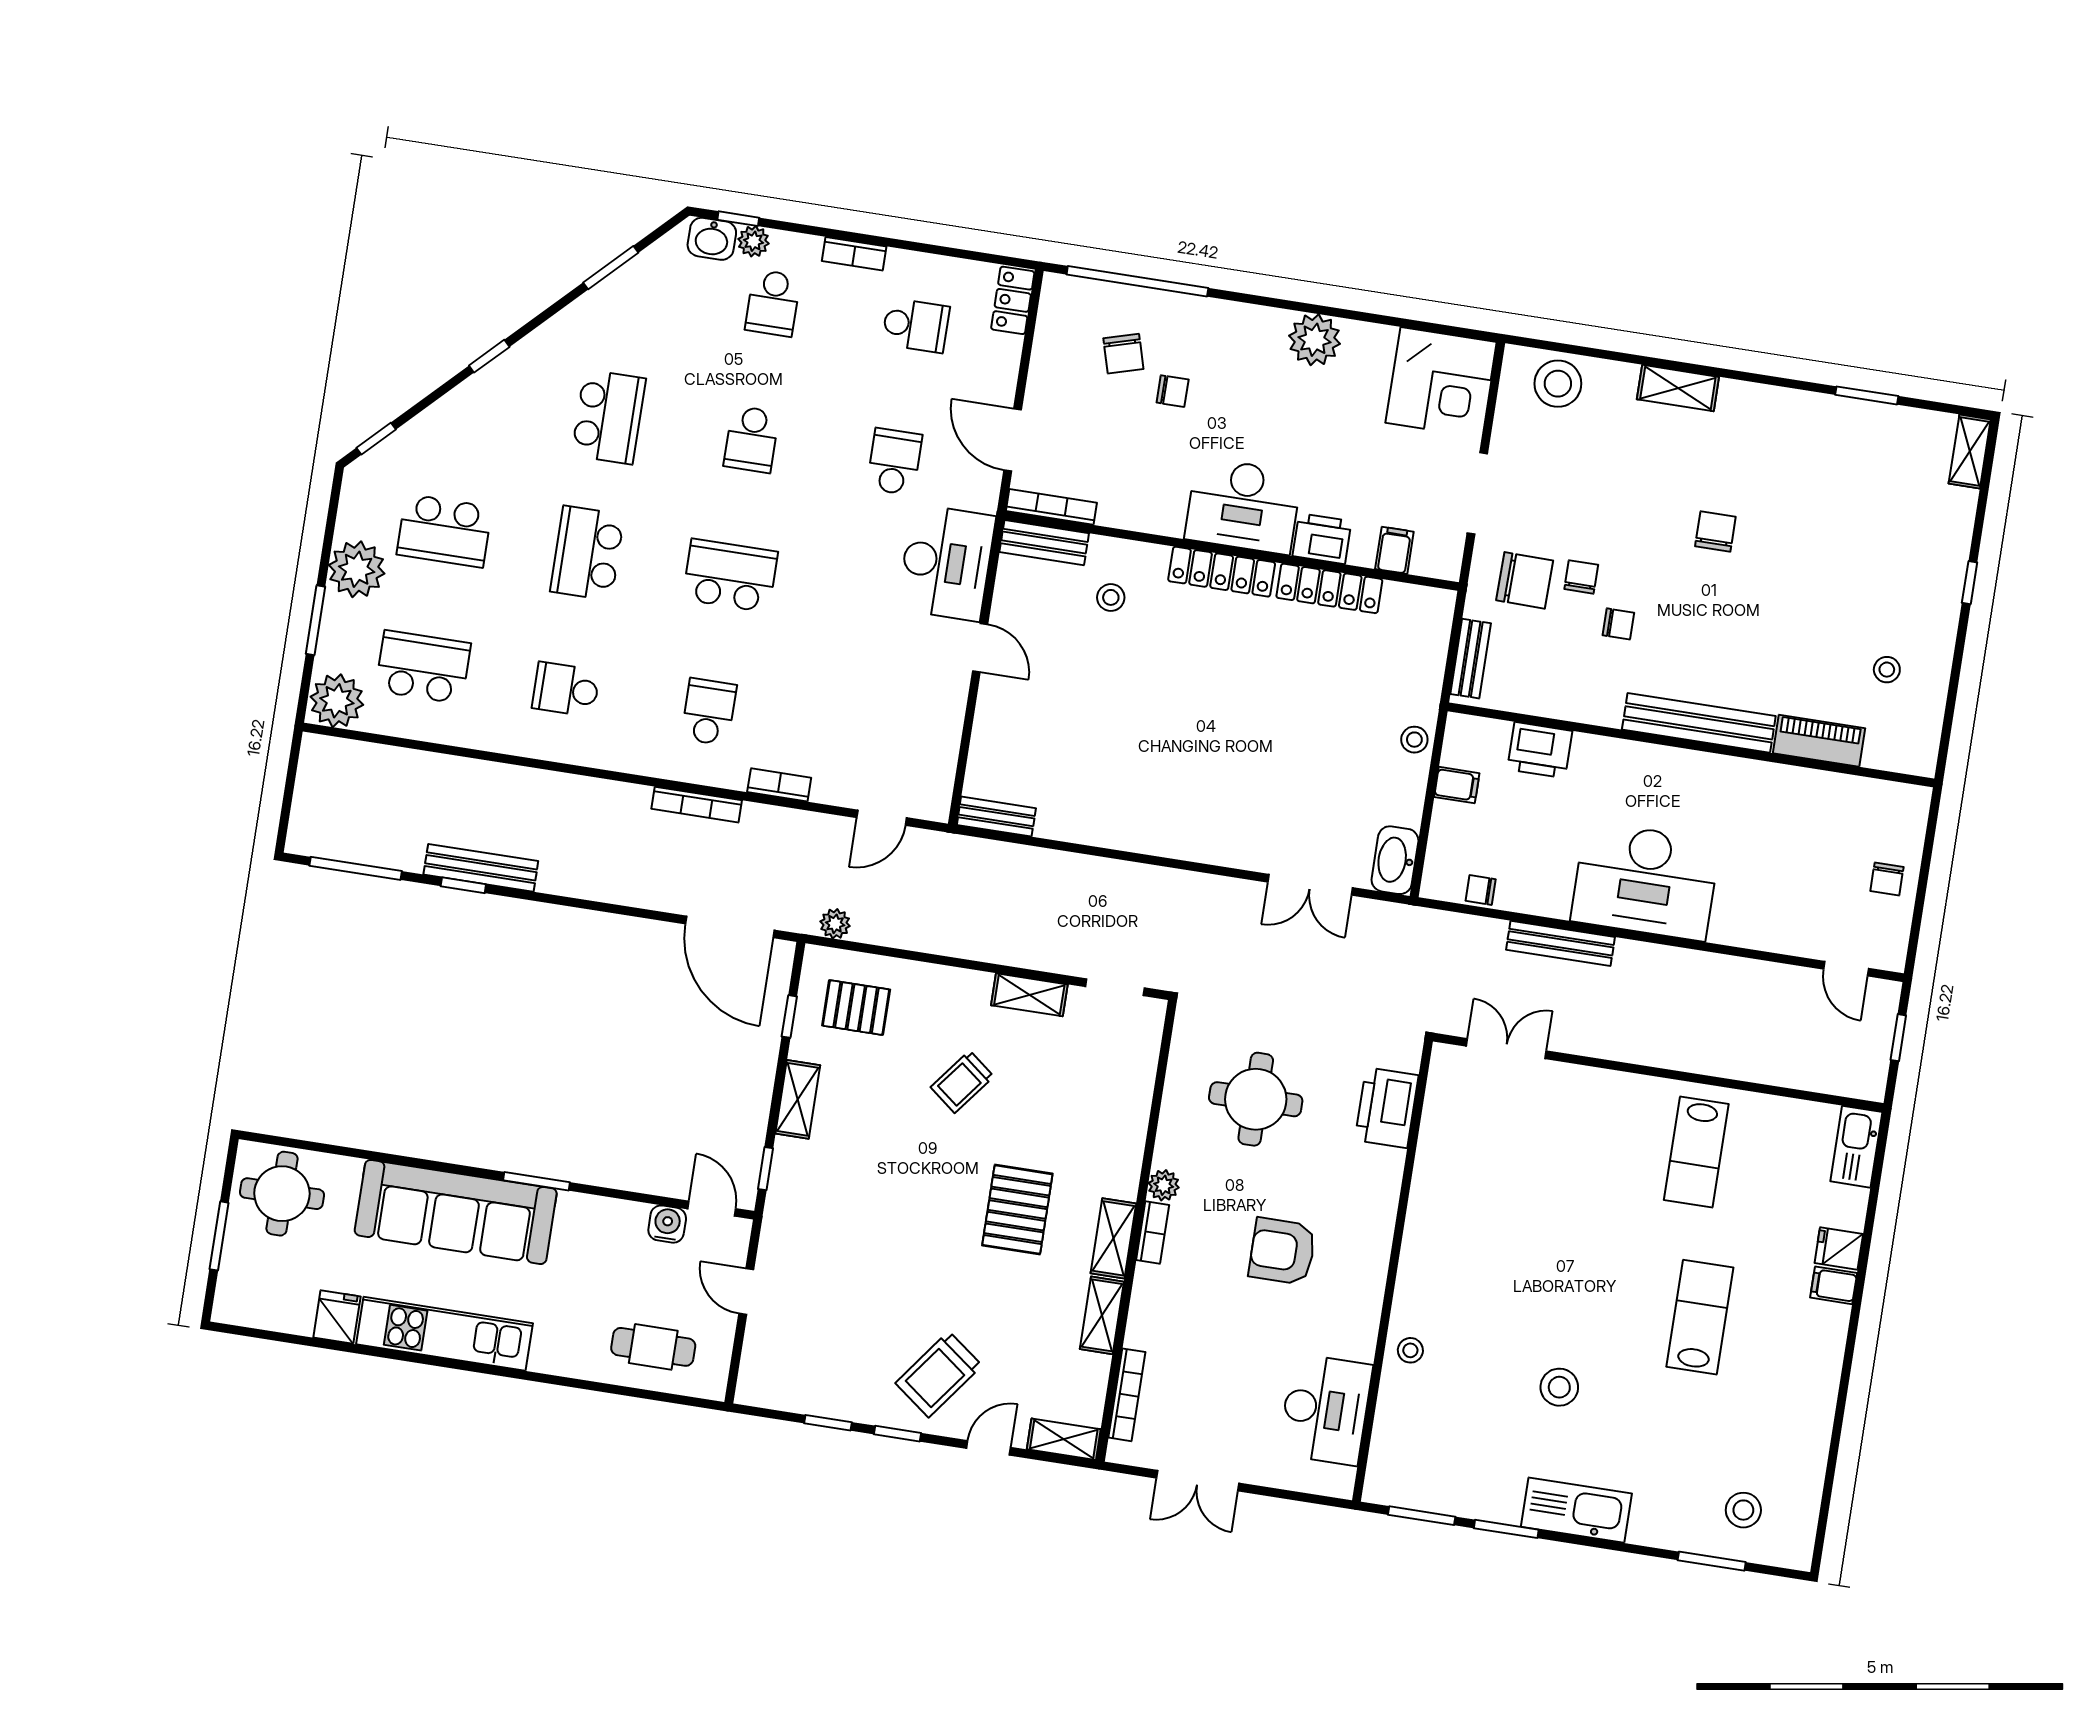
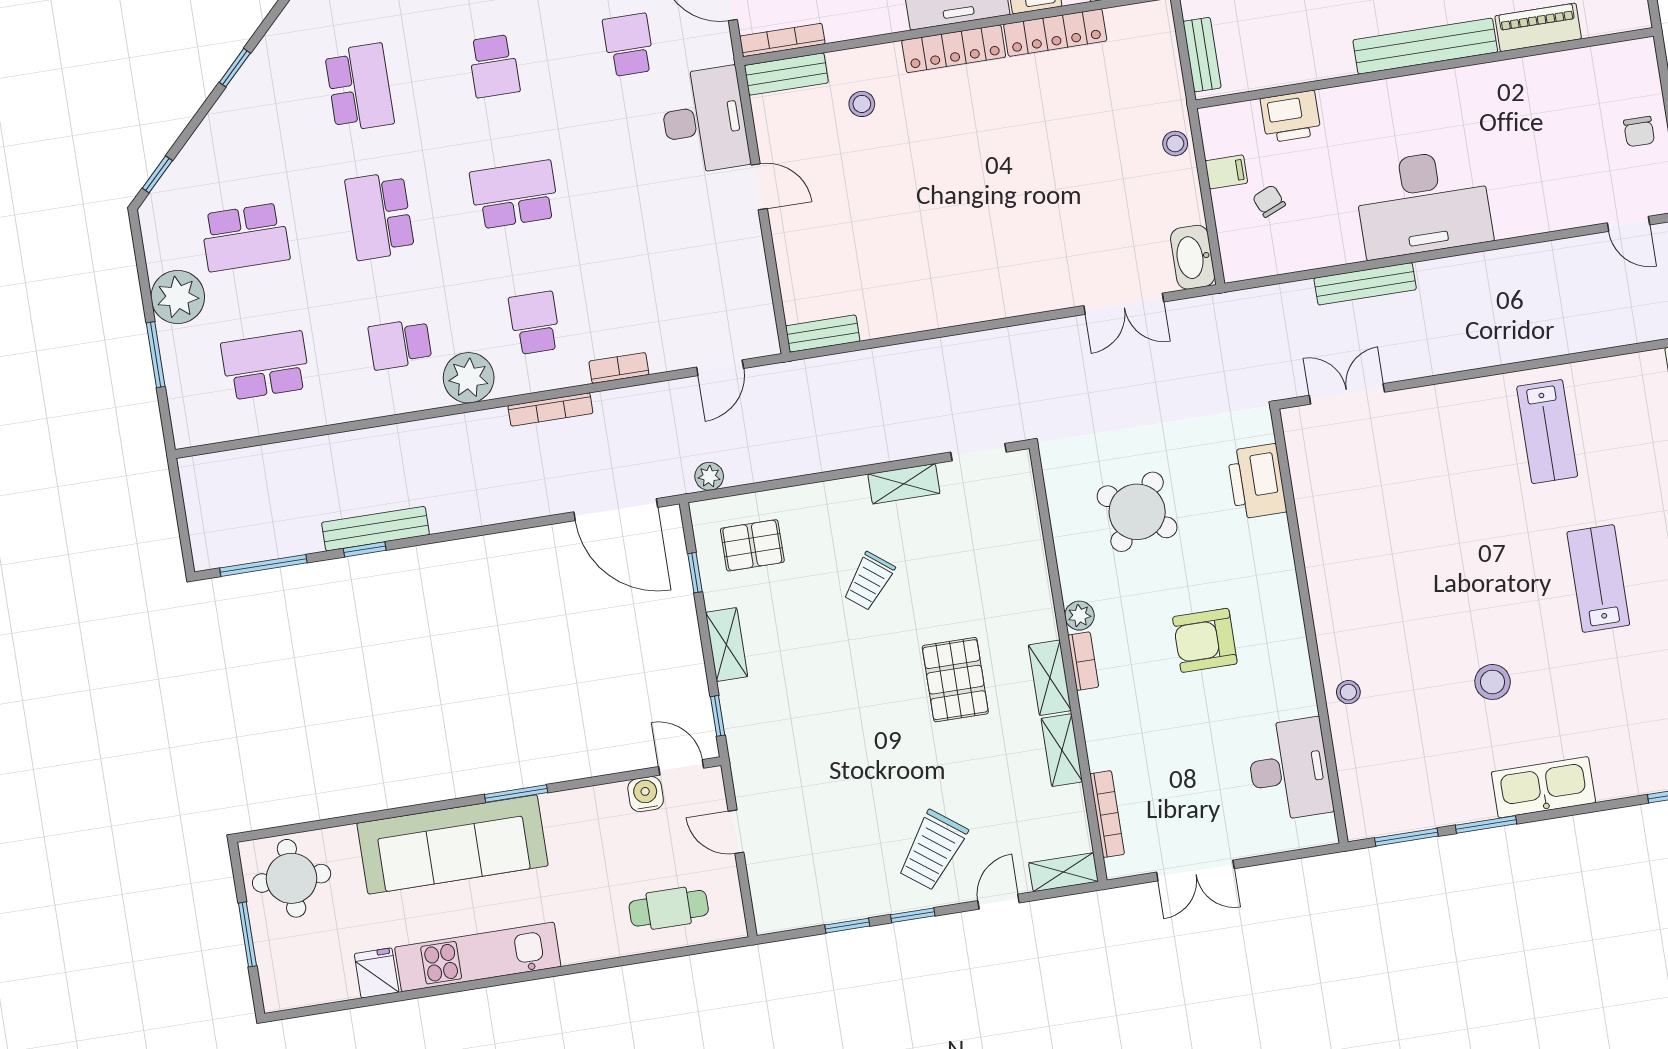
plant: (337, 701) -> (469, 378), moved
chair: (1481, 890) -> (1269, 201), moved, turned 67
round table: (1256, 1099) -> (1137, 512), turned 37

